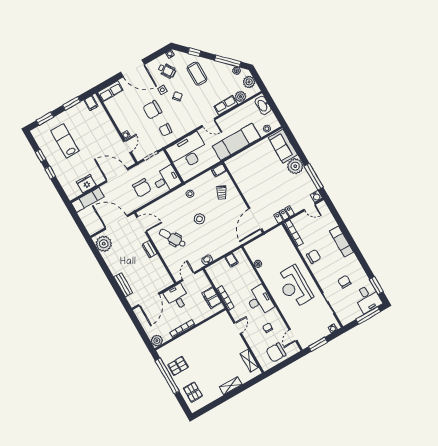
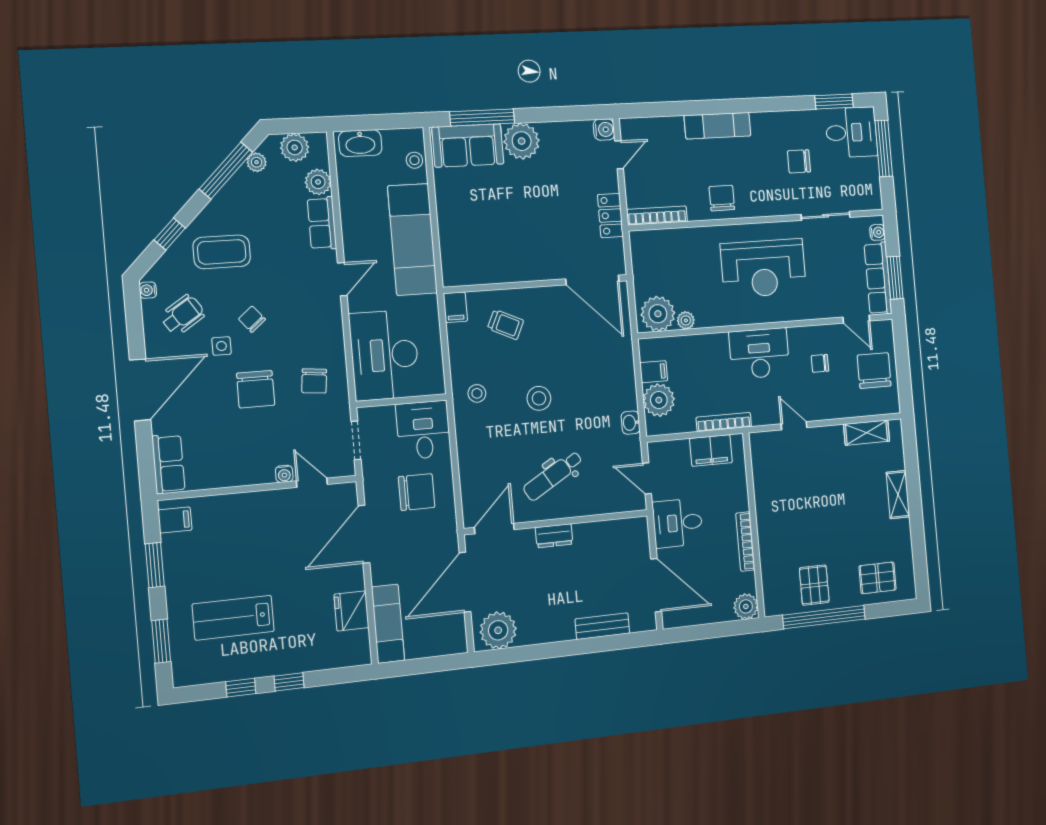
window: (314, 177) -> (482, 117), moved
plant: (255, 251) -> (658, 314), added
plant: (221, 267) -> (659, 400), added
row of seats: (314, 337) -> (878, 278), added
chair: (276, 352) -> (874, 371), turned 180

